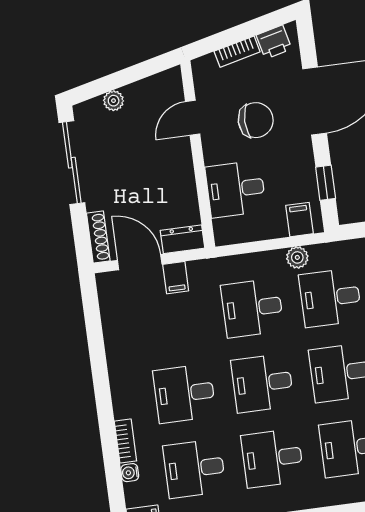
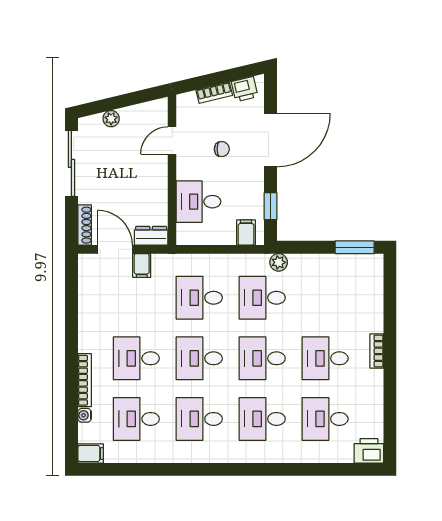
chair: (256, 120) -> (222, 149), width x0.54, depth x0.54
plant: (297, 257) -> (279, 262), moved
bookcase: (125, 441) -> (85, 380), width x1.56

